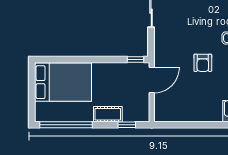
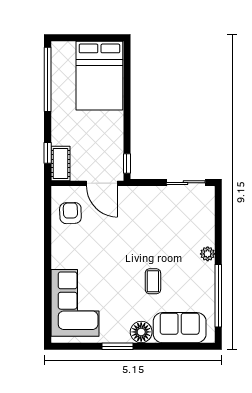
armchair: (203, 63) -> (70, 213), moved, turned 88
cot: (108, 114) -> (61, 164), moved

